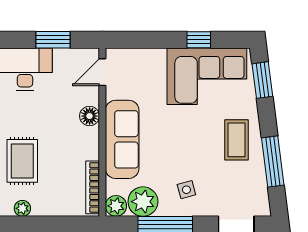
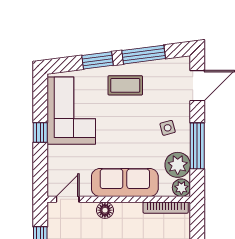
window: (199, 40) -> (40, 133), moved
door: (102, 72) -> (68, 199), swing flipped
window: (262, 80) -> (98, 60), moved

